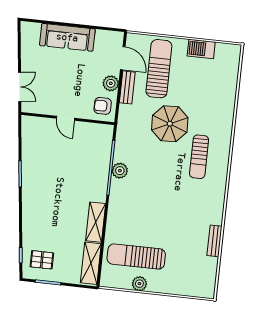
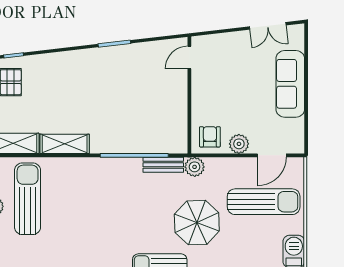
double door: (20, 87) -> (268, 26), moved
bench: (127, 87) -> (163, 165), moved
door: (66, 118) -> (189, 58), moved
plant: (120, 171) -> (195, 167), moved

